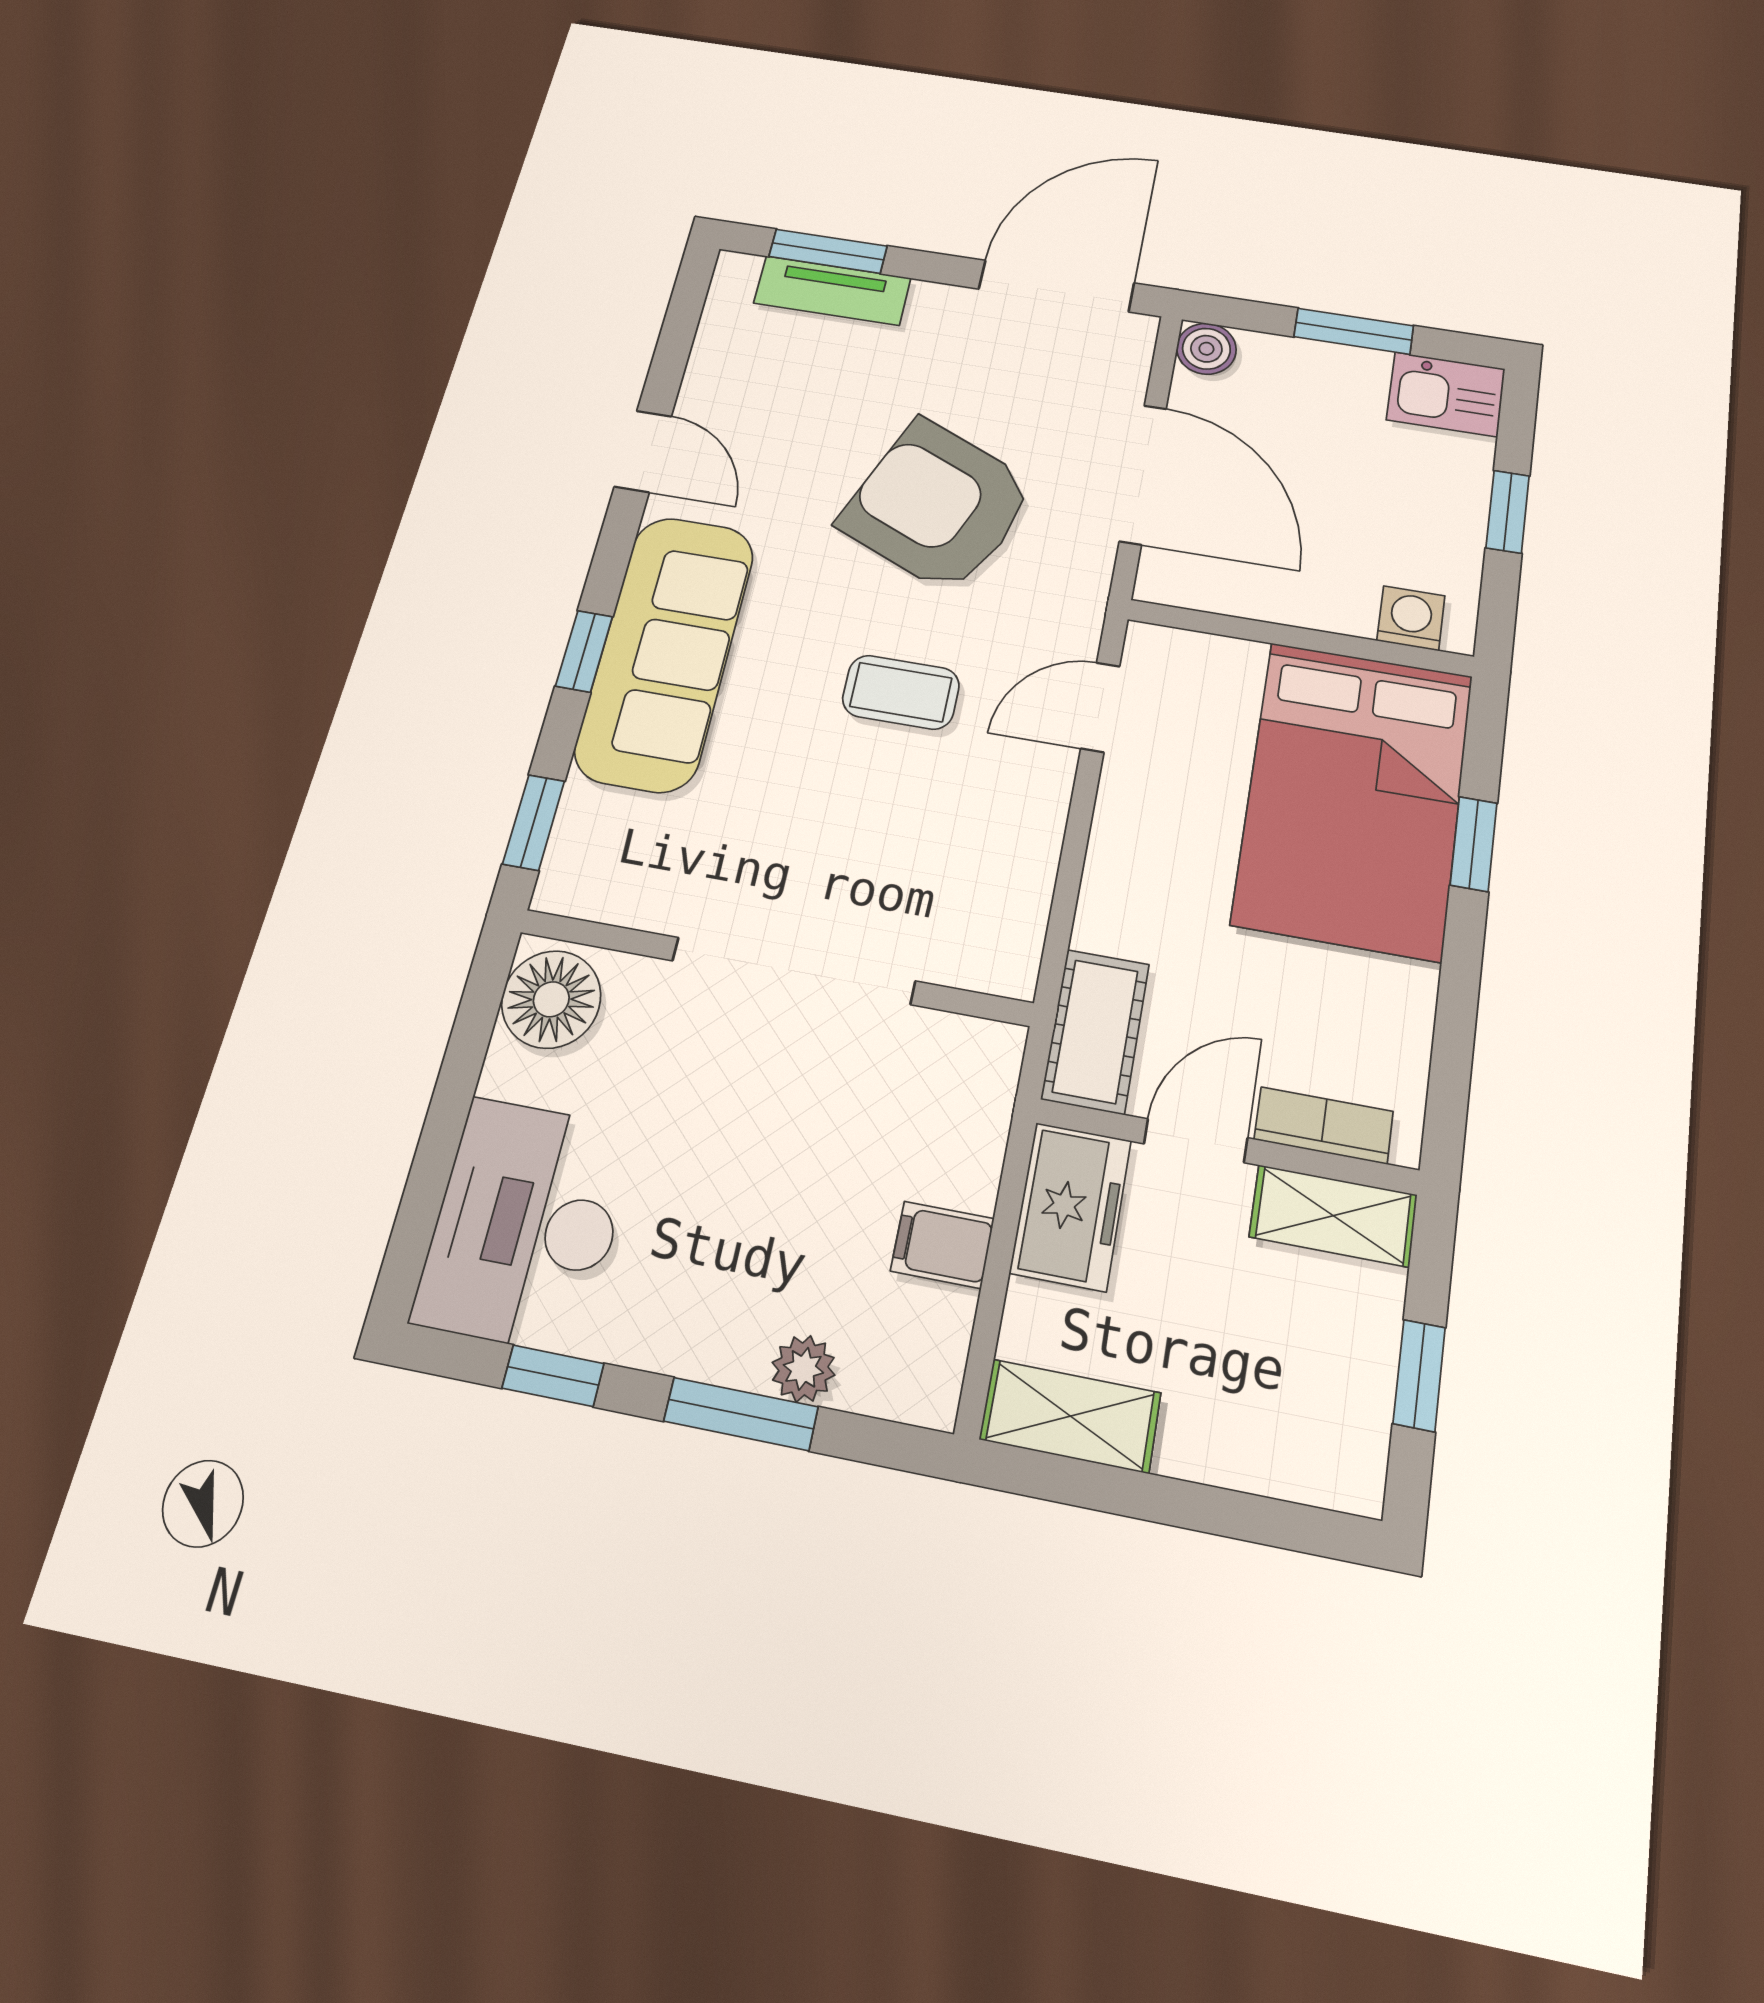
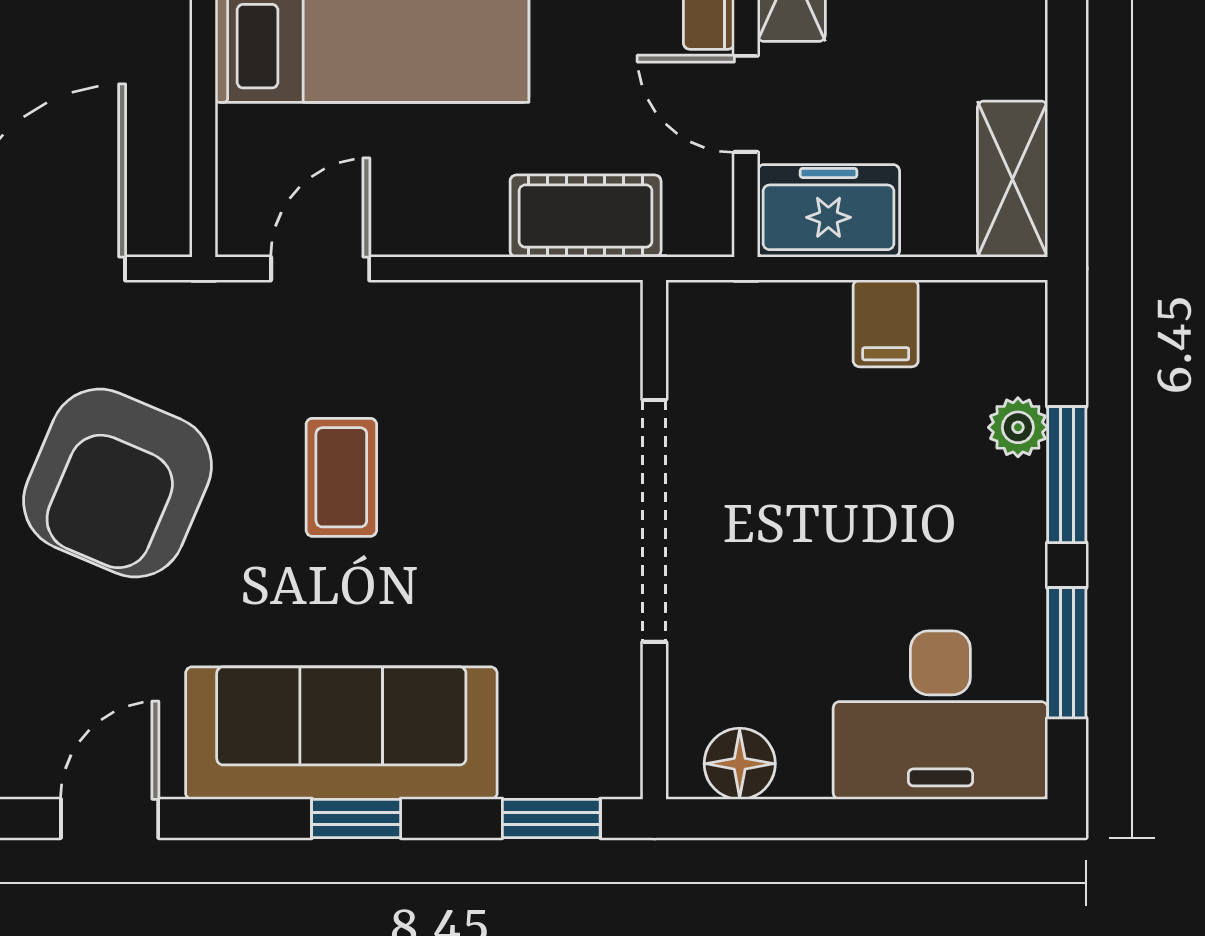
door: (1100, 707) -> (320, 269), swing flipped
floor lamp: (551, 999) -> (740, 764), width x0.73, depth x0.73
cot: (1095, 1031) -> (586, 216), moved
window: (553, 1376) -> (1067, 653), width x1.50

